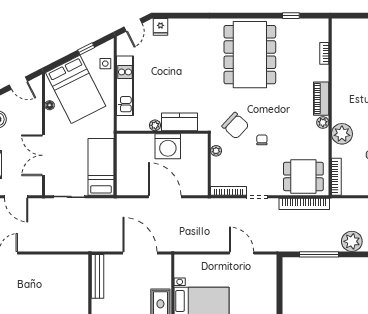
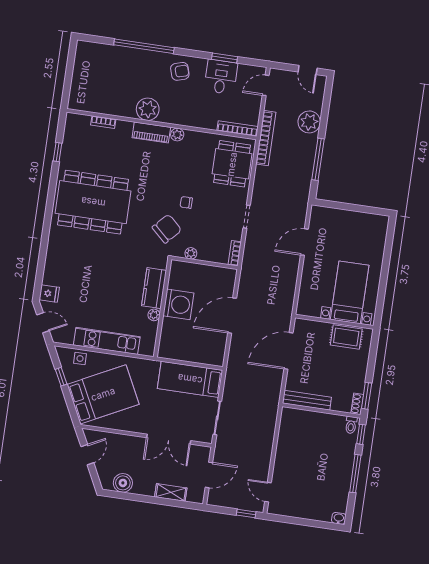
floor lamp: (50, 105) -> (116, 425), removed
plant: (342, 134) -> (148, 109), moved
bookcase: (228, 191) -> (235, 253), width x0.64
bookcase: (304, 204) -> (266, 138), moved

